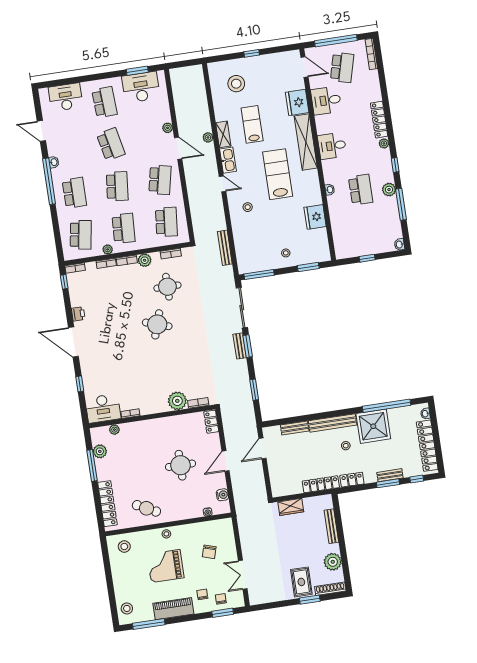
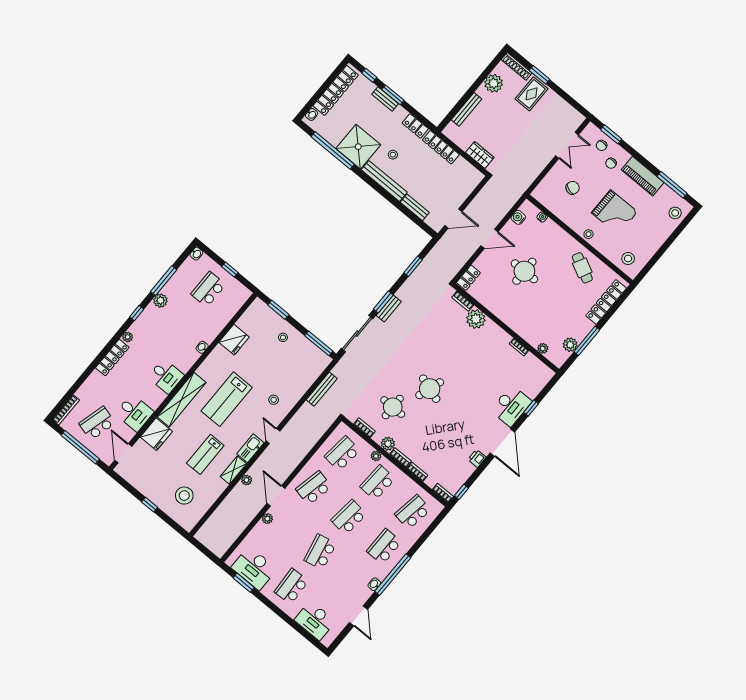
school desk: (361, 190) -> (208, 289), moved
plant: (108, 249) -> (376, 456), moved
desk: (103, 408) -> (511, 406), moved, turned 90

